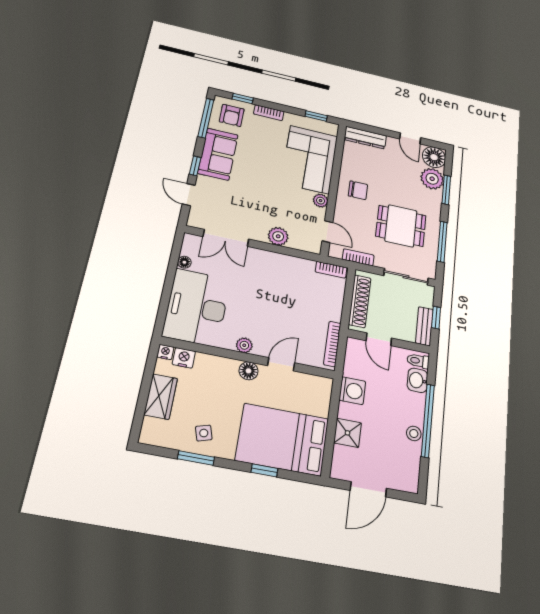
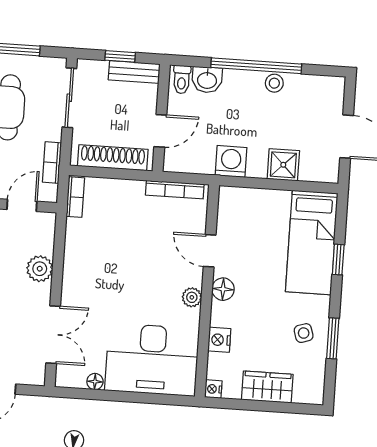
nightstand: (184, 358) -> (219, 340), moved
bed: (282, 439) -> (312, 243), width x0.67

